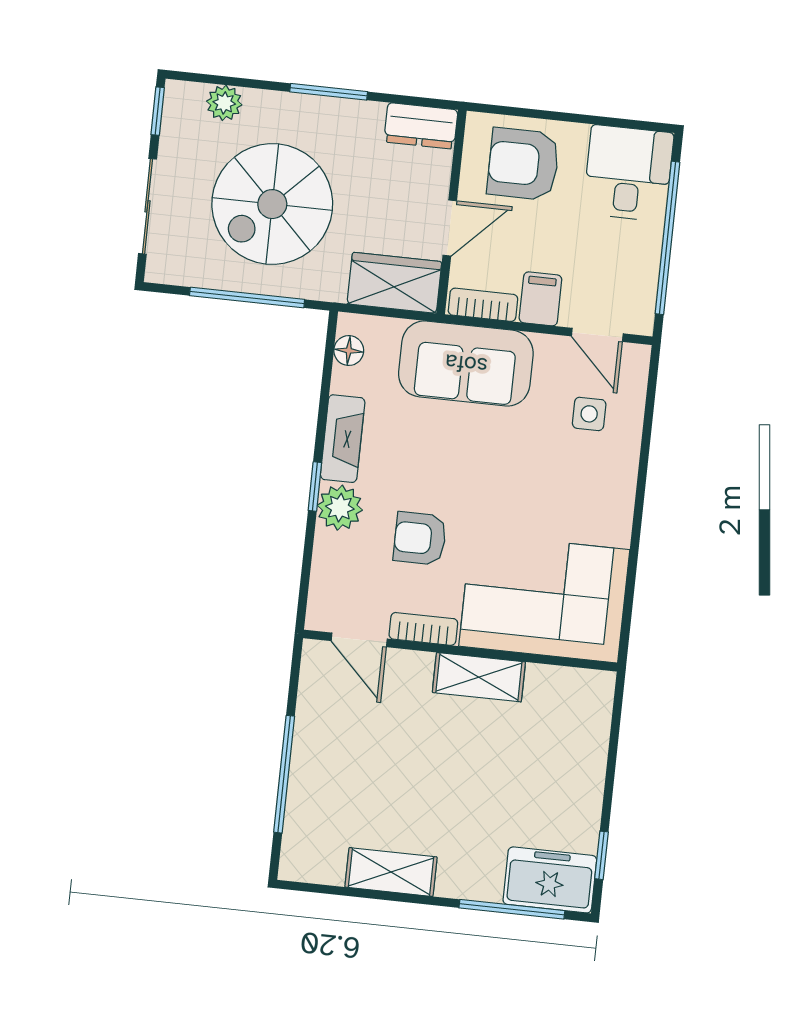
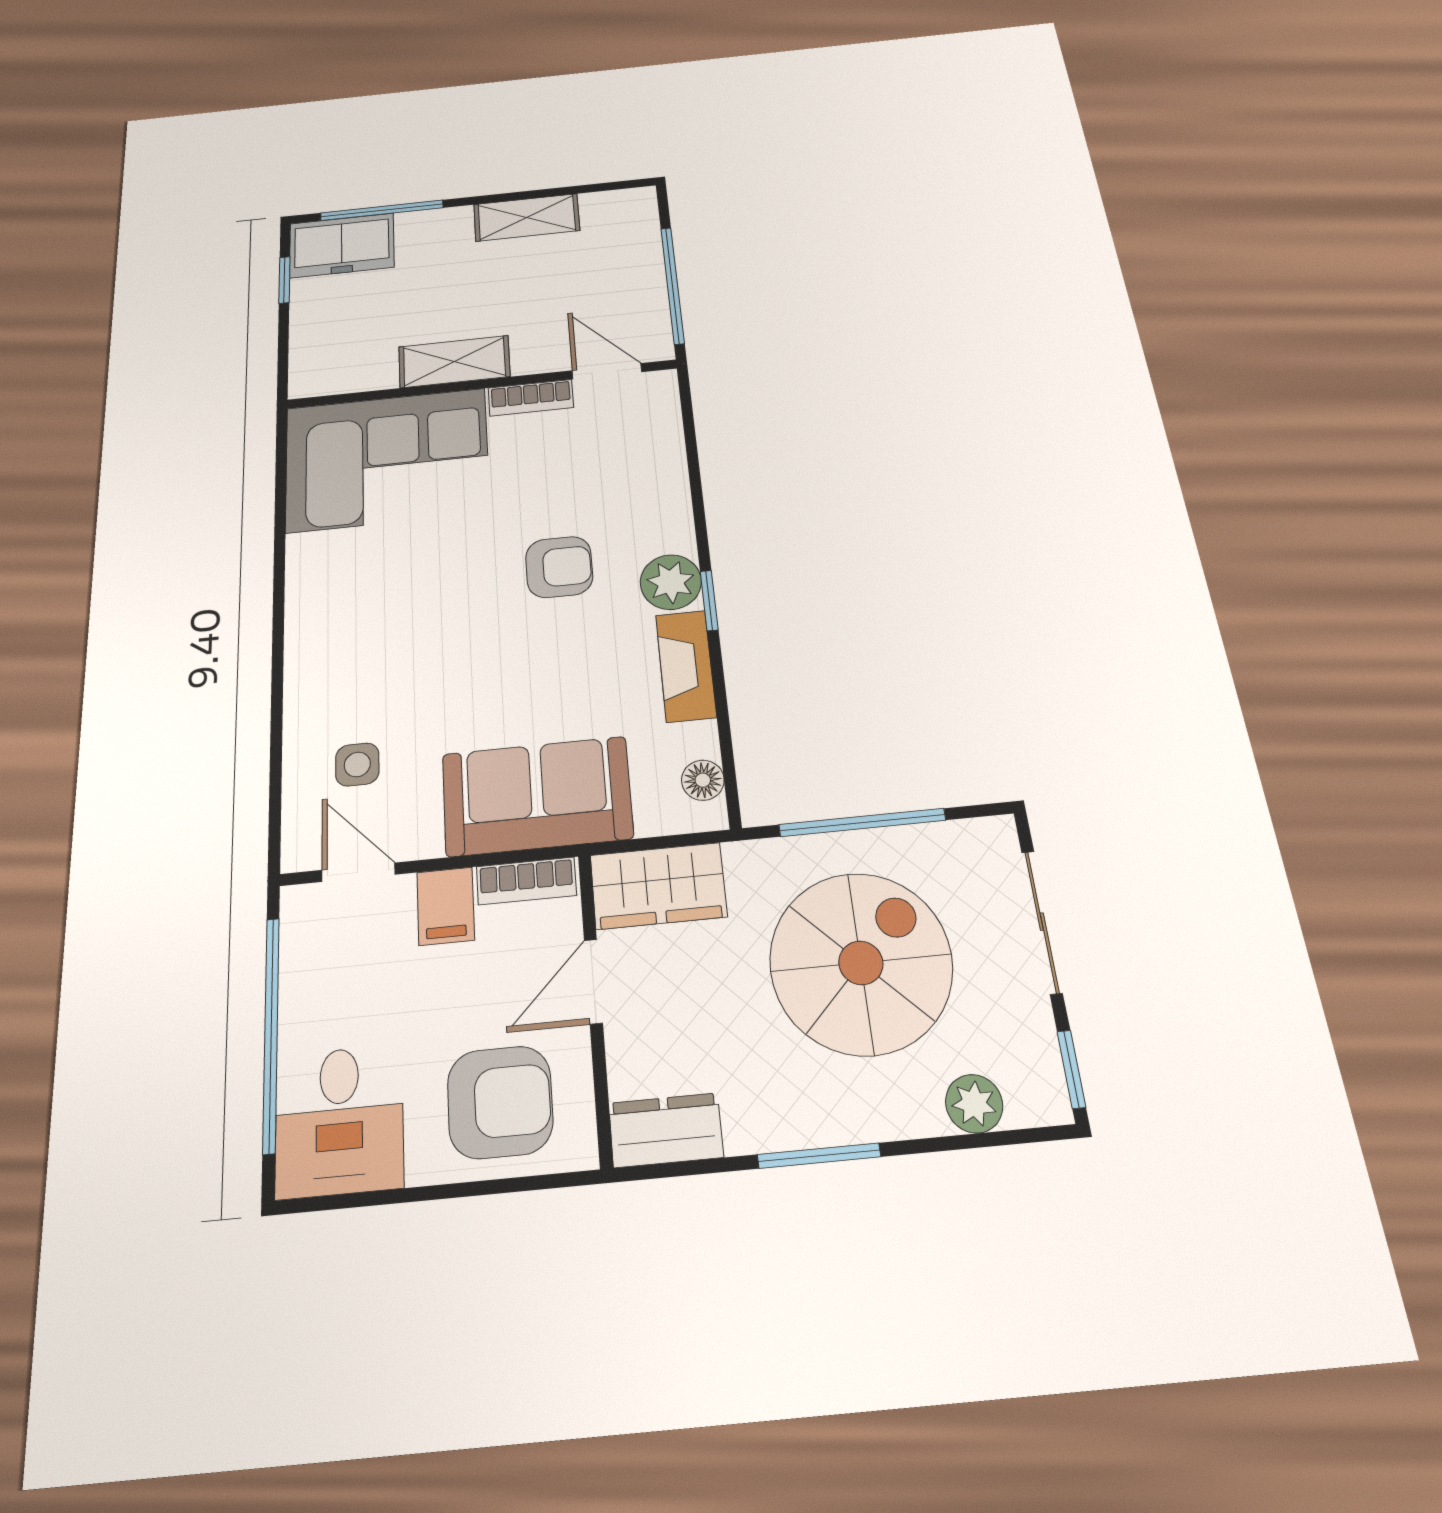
corner sofa: (544, 598) -> (387, 460), moved
bookcase: (423, 629) -> (531, 398), moved
door: (359, 640) -> (607, 371), moved
wall: (460, 651) -> (481, 384), moved
shelving: (479, 677) -> (454, 362), moved

